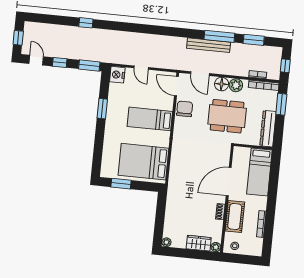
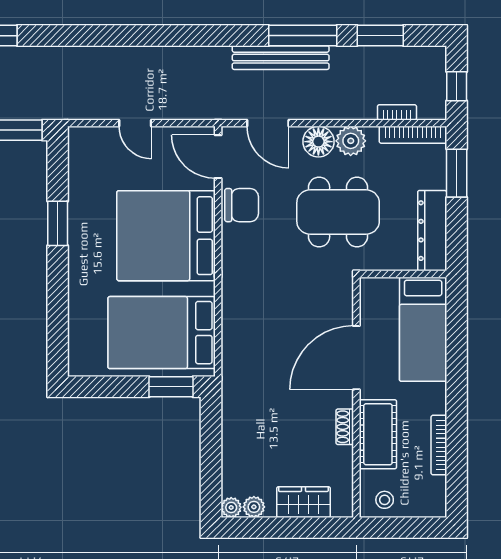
nightstand: (117, 75) -> (83, 144), removed
chair: (185, 109) -> (242, 205), turned 90
bed: (150, 119) -> (166, 236), width x2.04
window: (121, 184) -> (171, 387), moved
plant: (216, 247) -> (254, 507), moved

